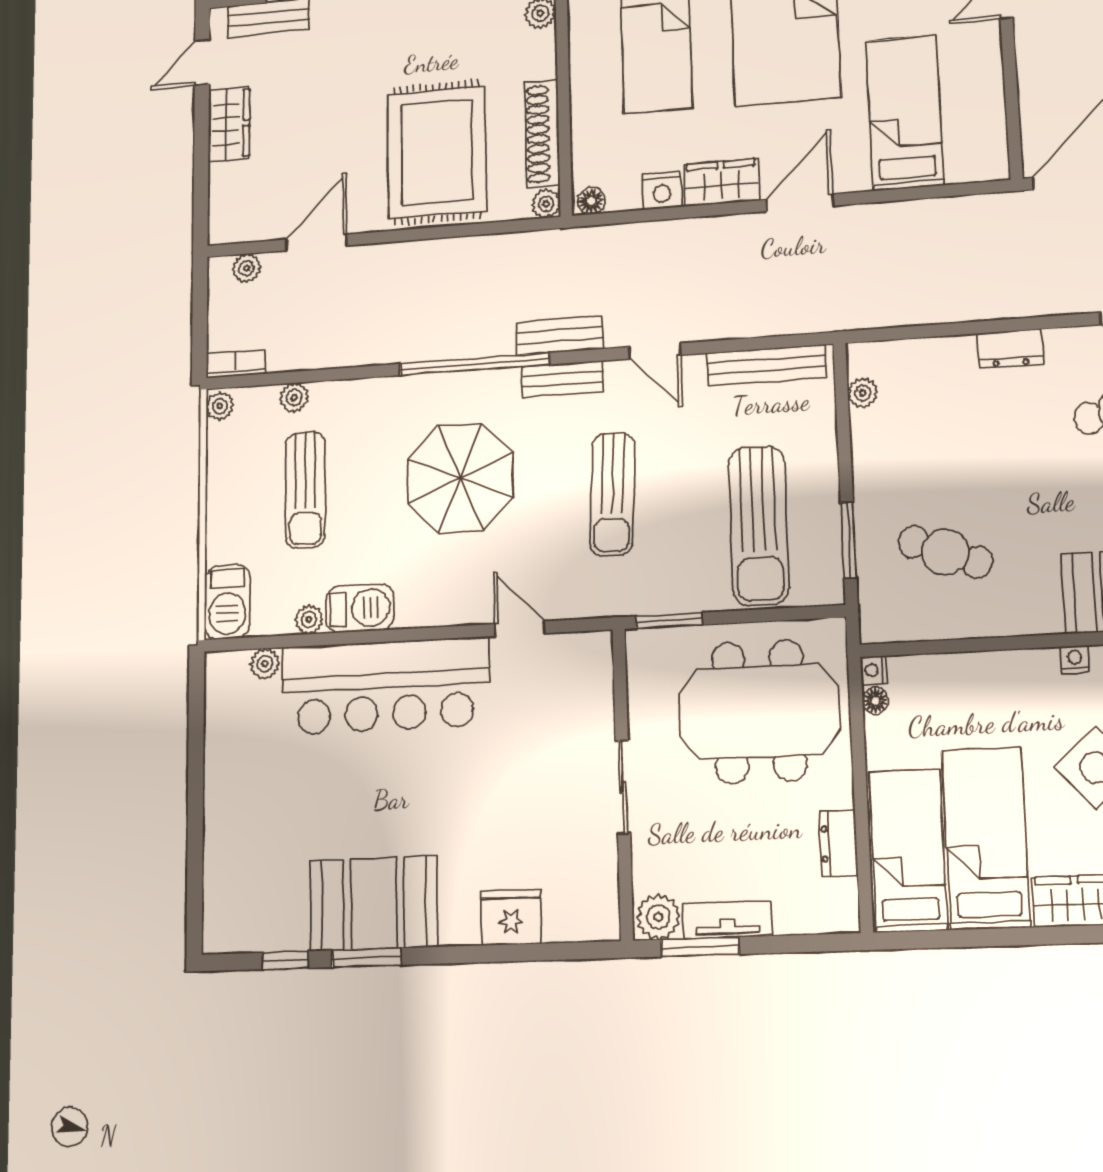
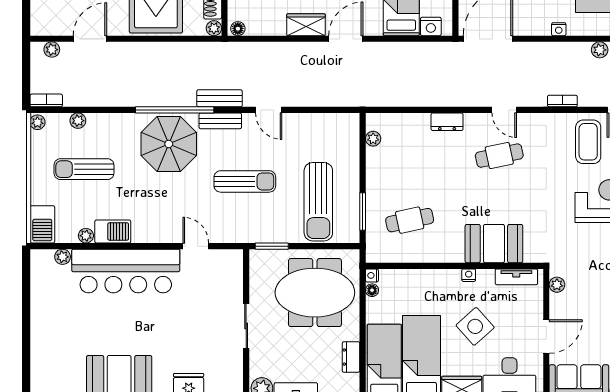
nightstand: (662, 191) -> (431, 26), moved
bench: (766, 365) -> (325, 121), removed
parasol: (460, 478) -> (169, 144), moved
sun lounger: (305, 490) -> (84, 169), turned 90
sun lounger: (612, 494) -> (245, 181), turned -93
cafe table: (945, 552) -> (410, 220), turned -33

